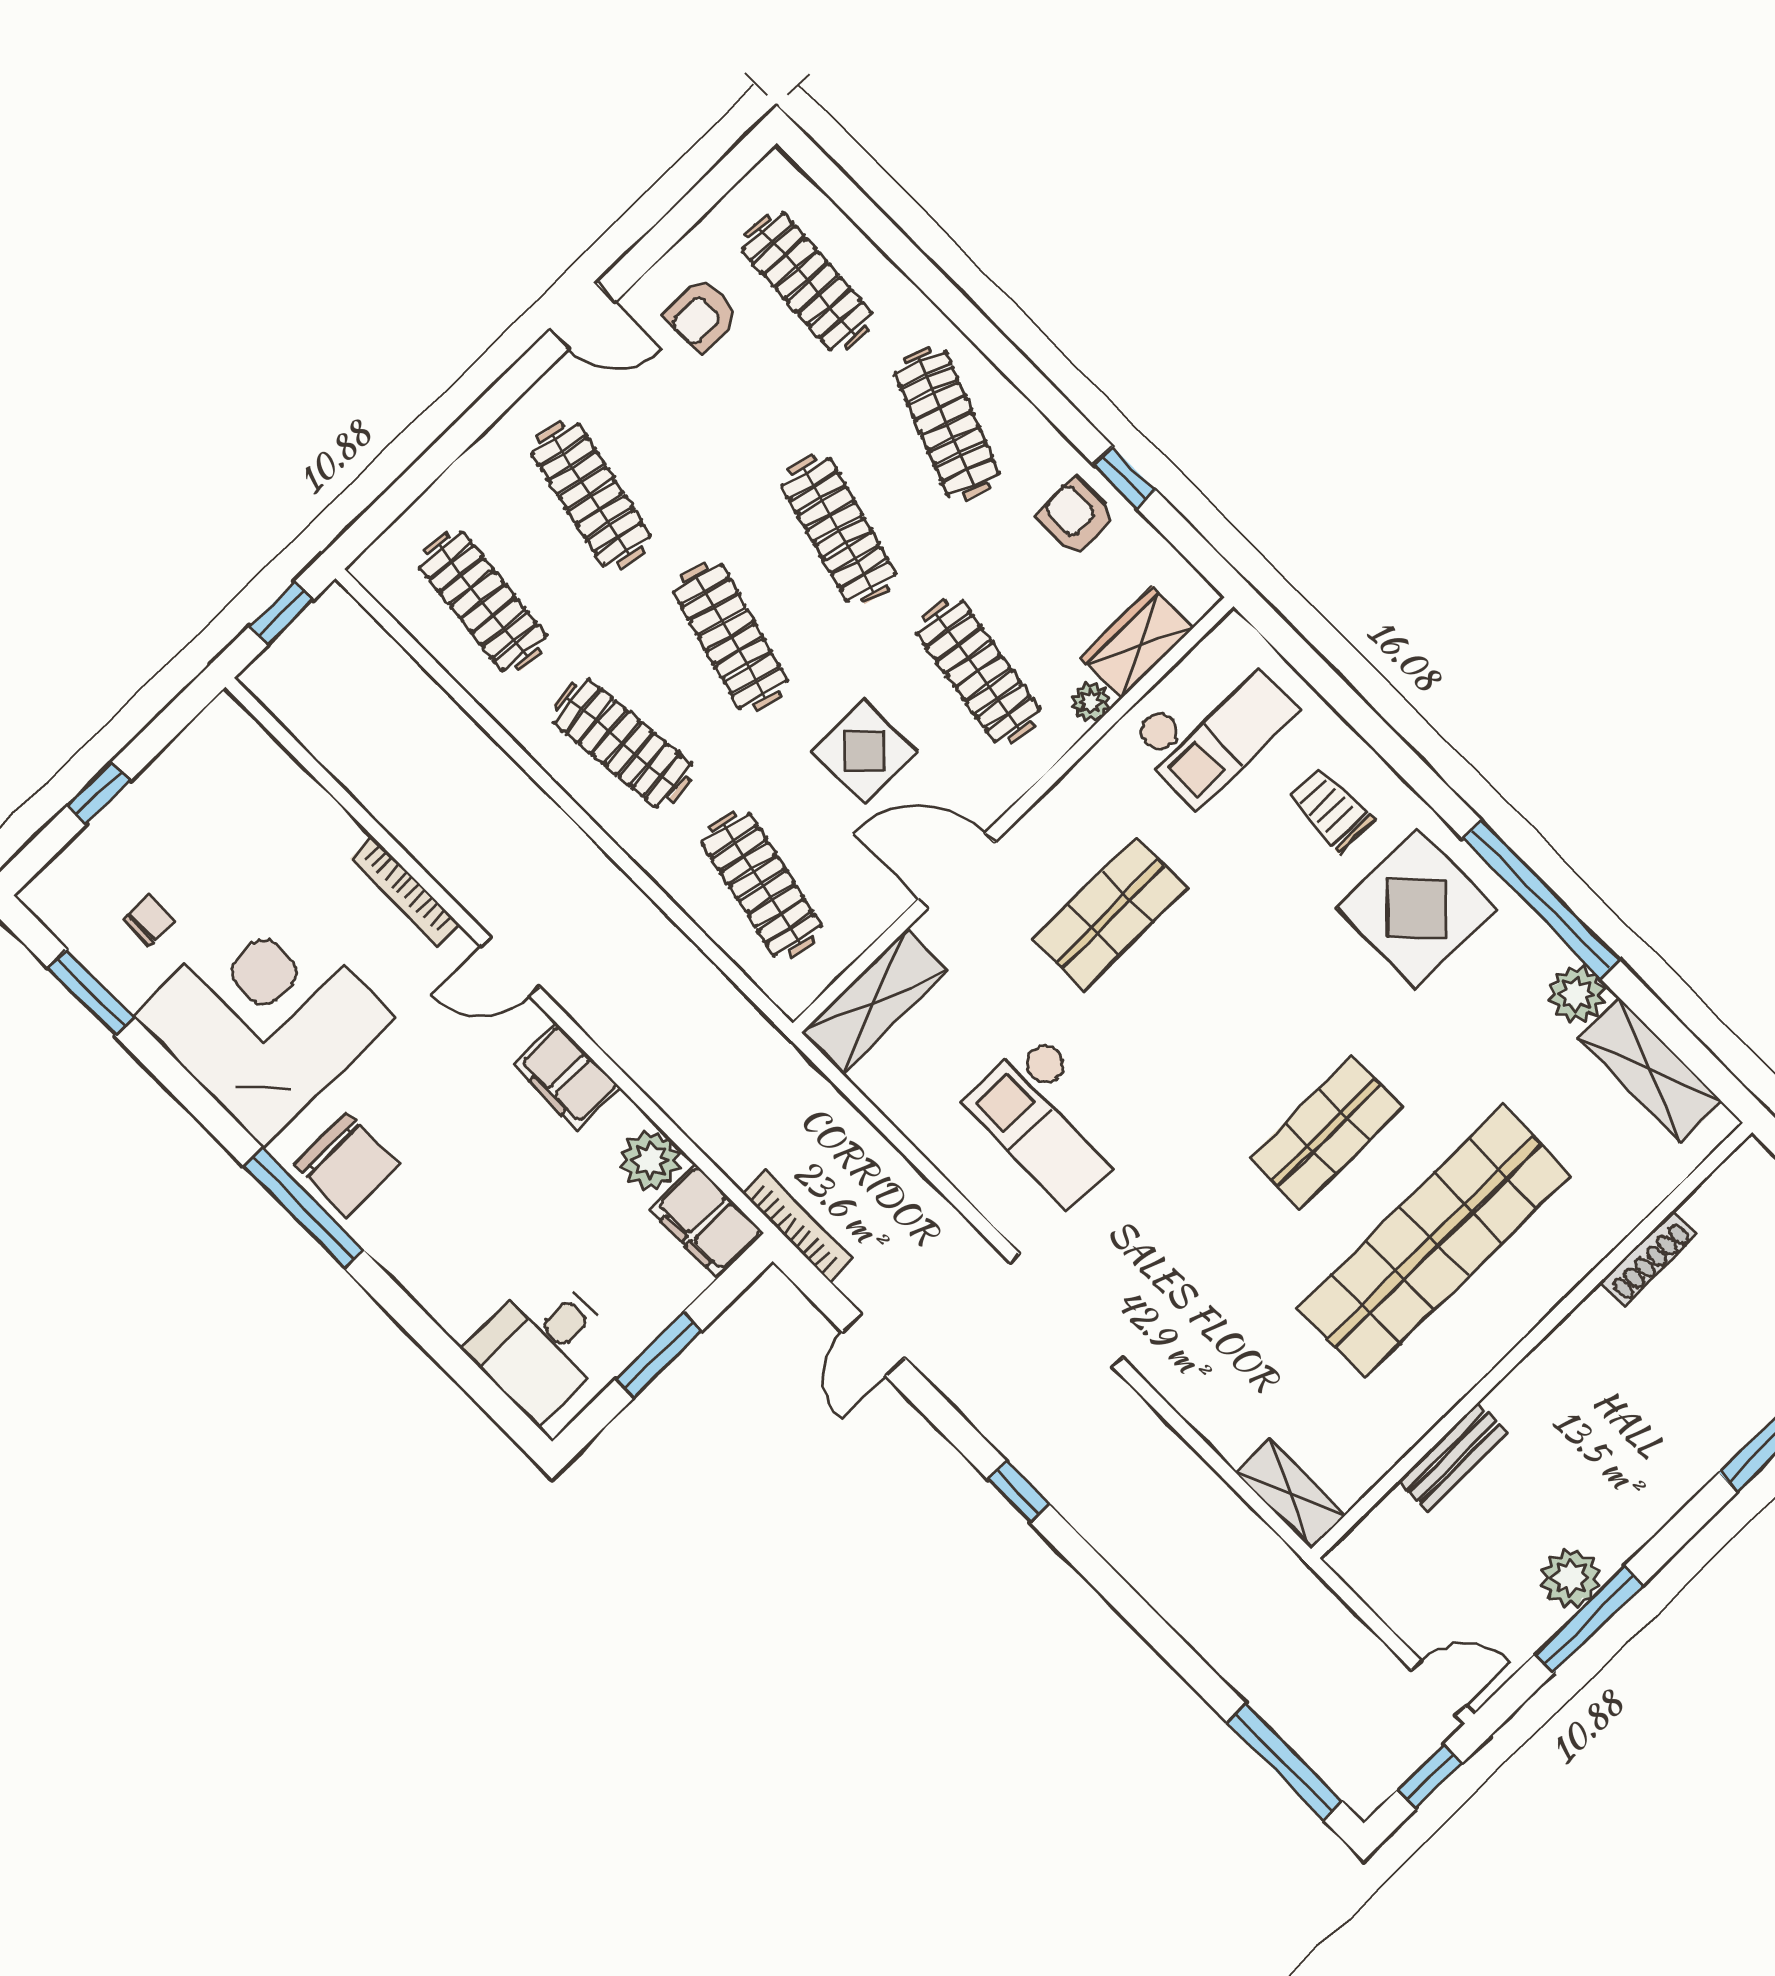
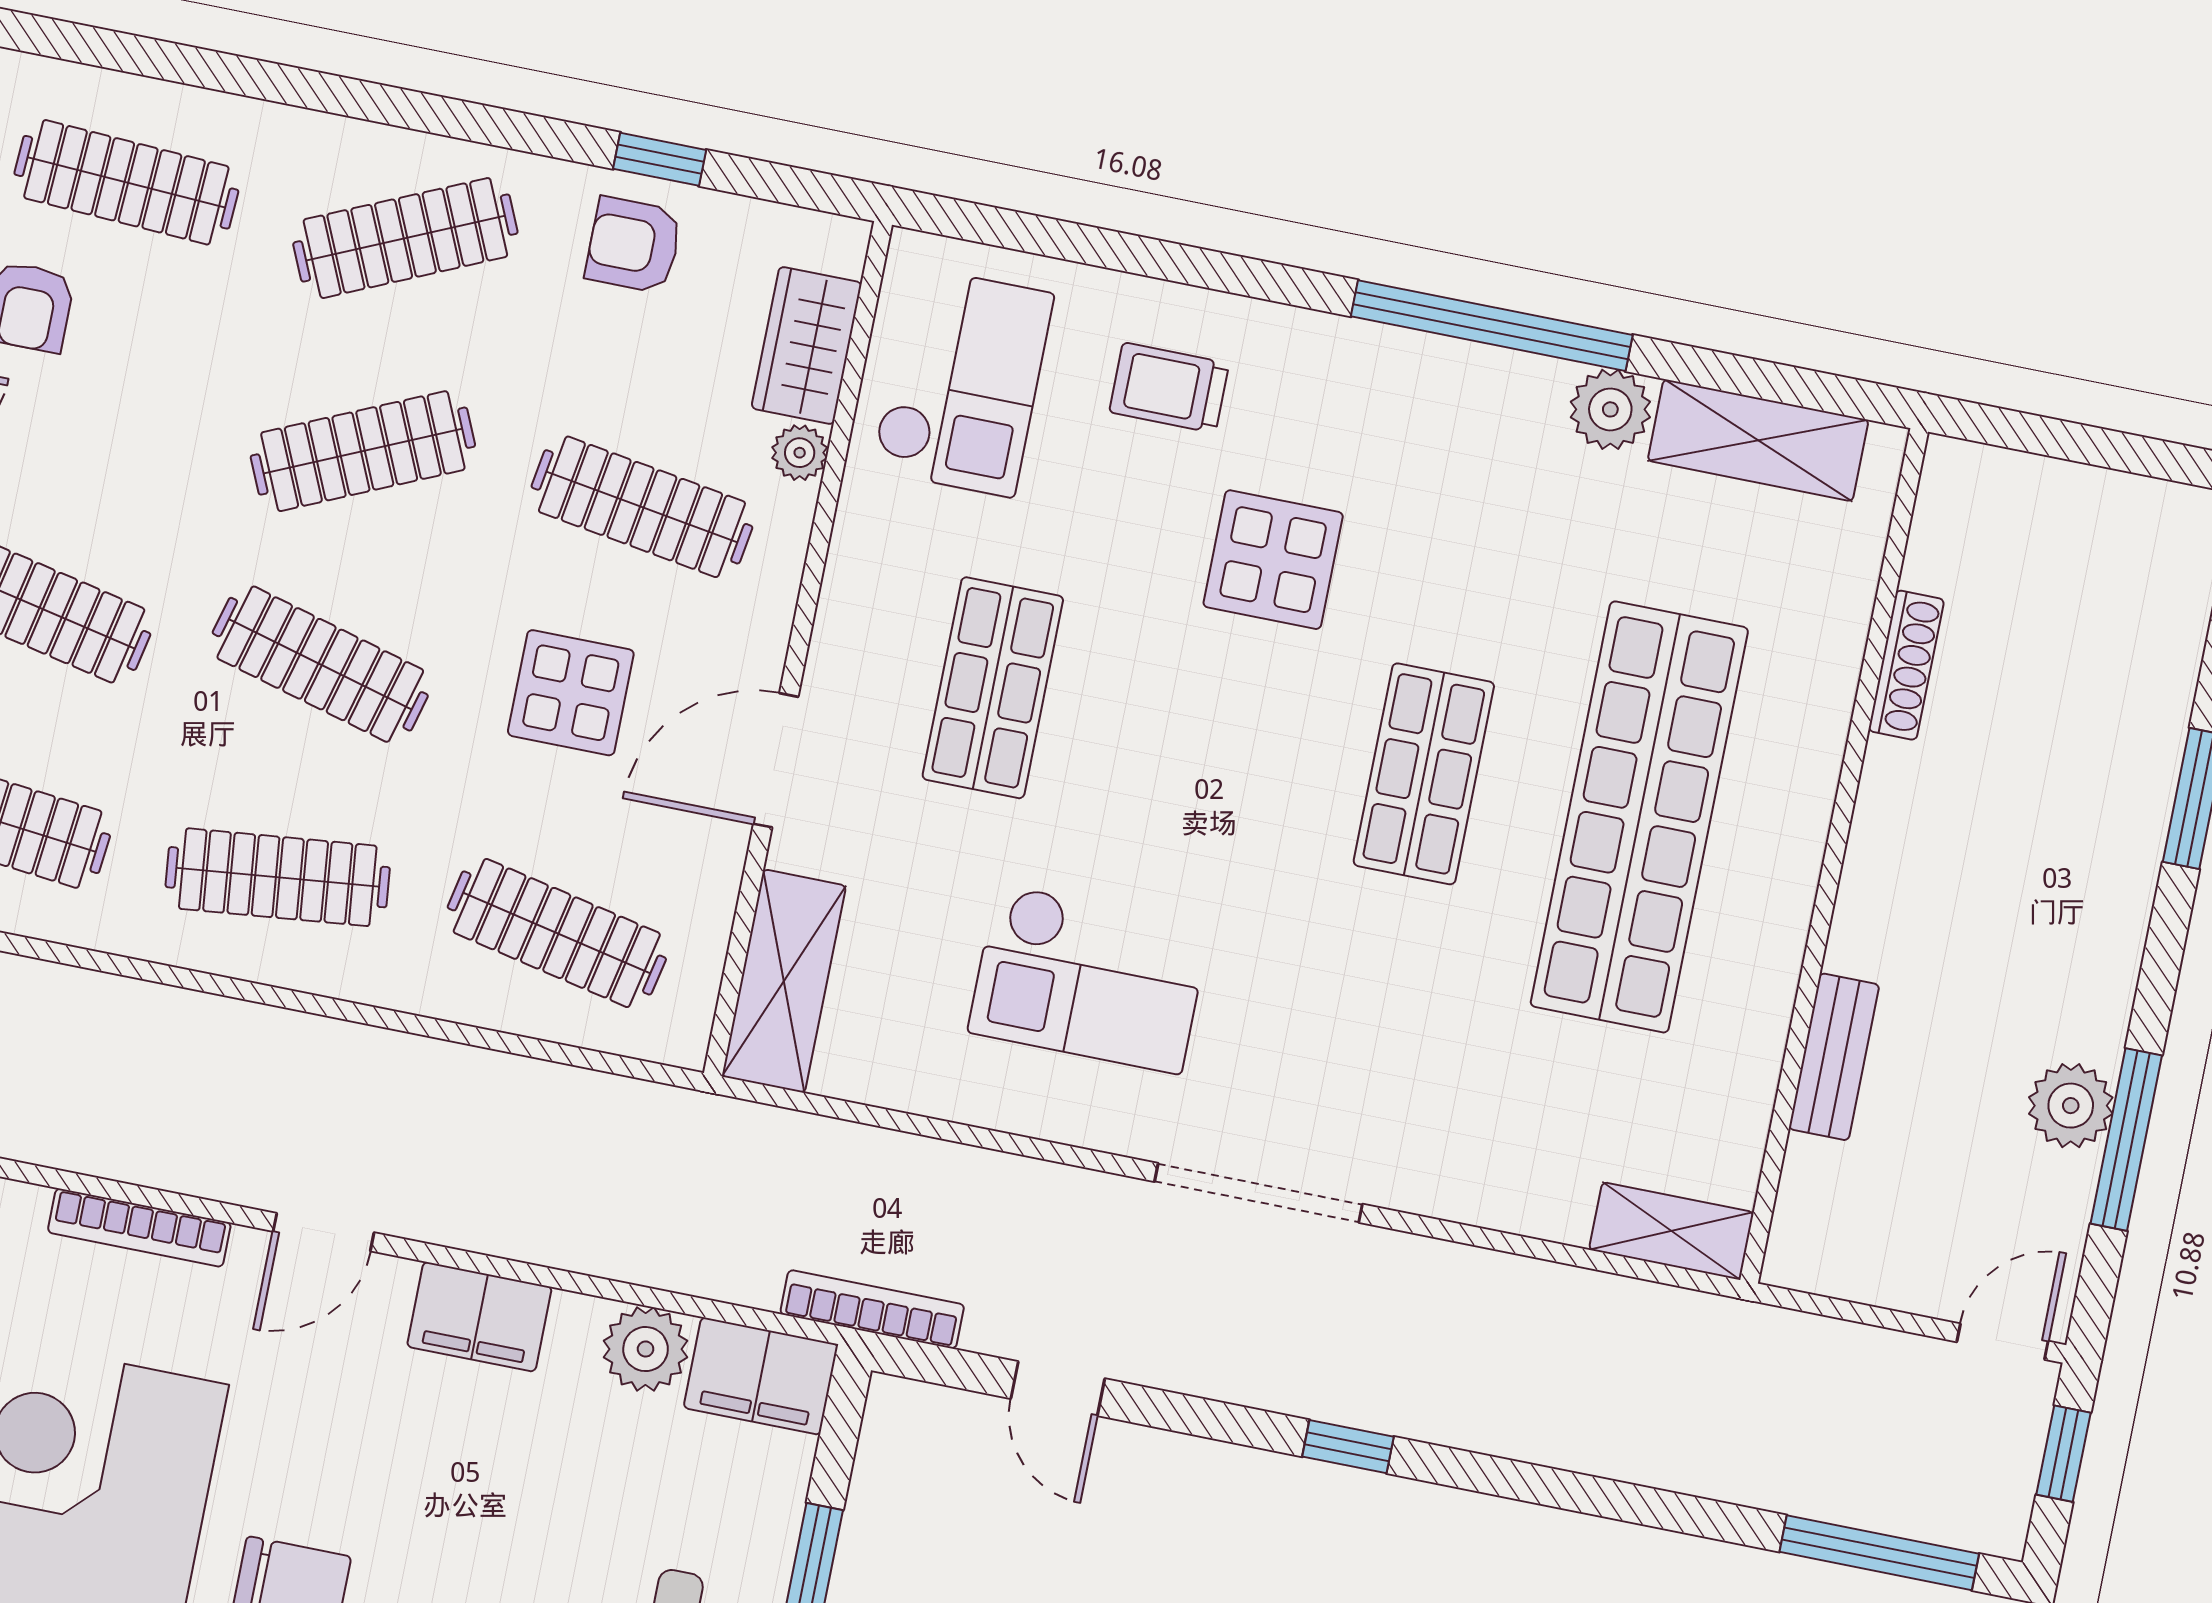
clothes rail: (947, 423) -> (405, 238), turned -45
clothes rail: (839, 530) -> (363, 451), turned -39
display table: (1417, 909) -> (1273, 560), moved, width x0.73, depth x0.73

